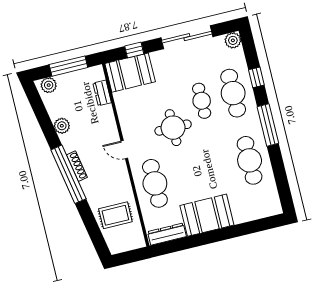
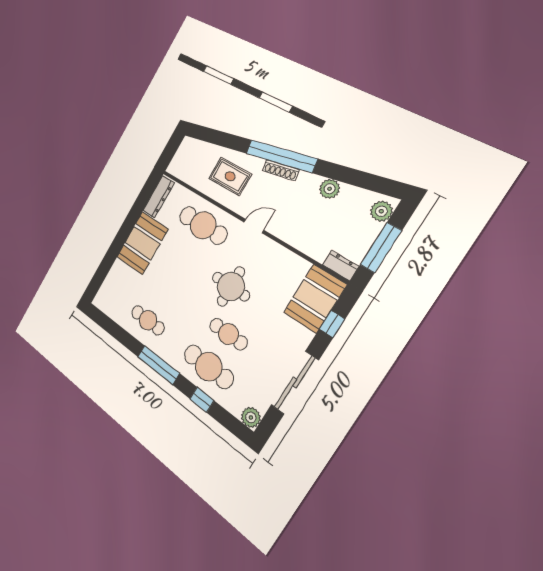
dresser: (102, 93) -> (341, 265), moved
cafe table: (250, 160) -> (148, 320), width x0.73, depth x0.74
rug: (115, 215) -> (230, 176), moved, turned 90

